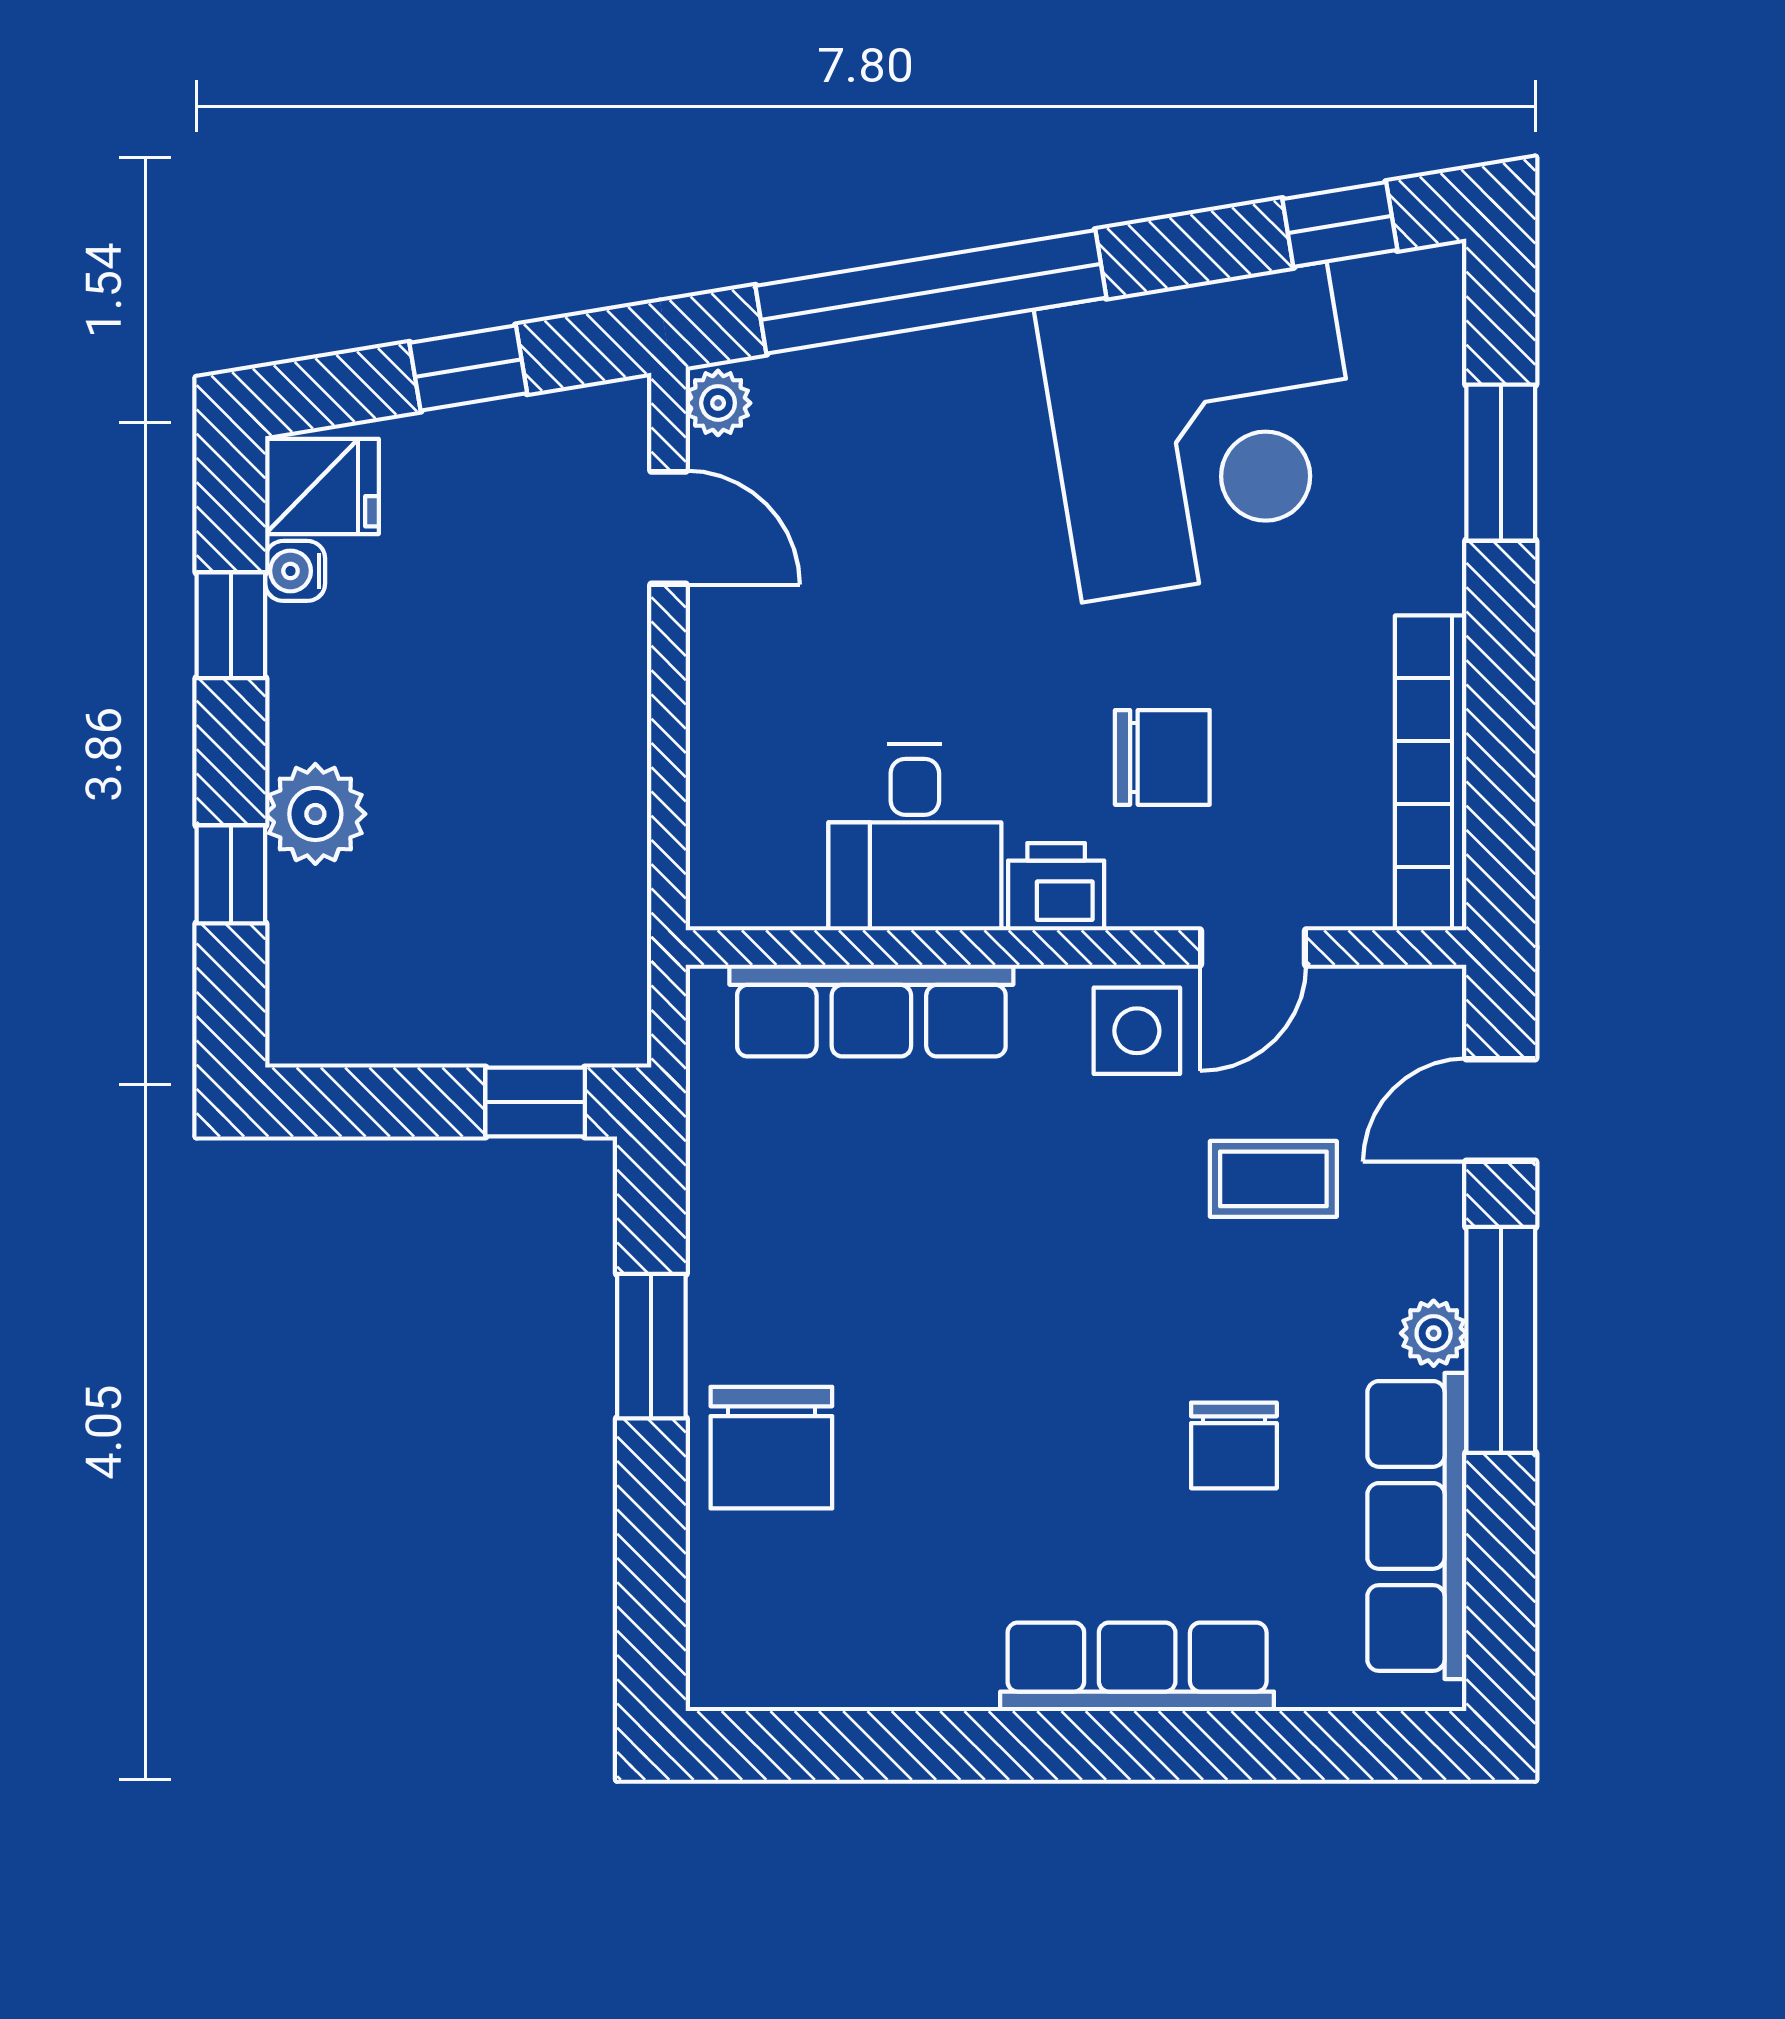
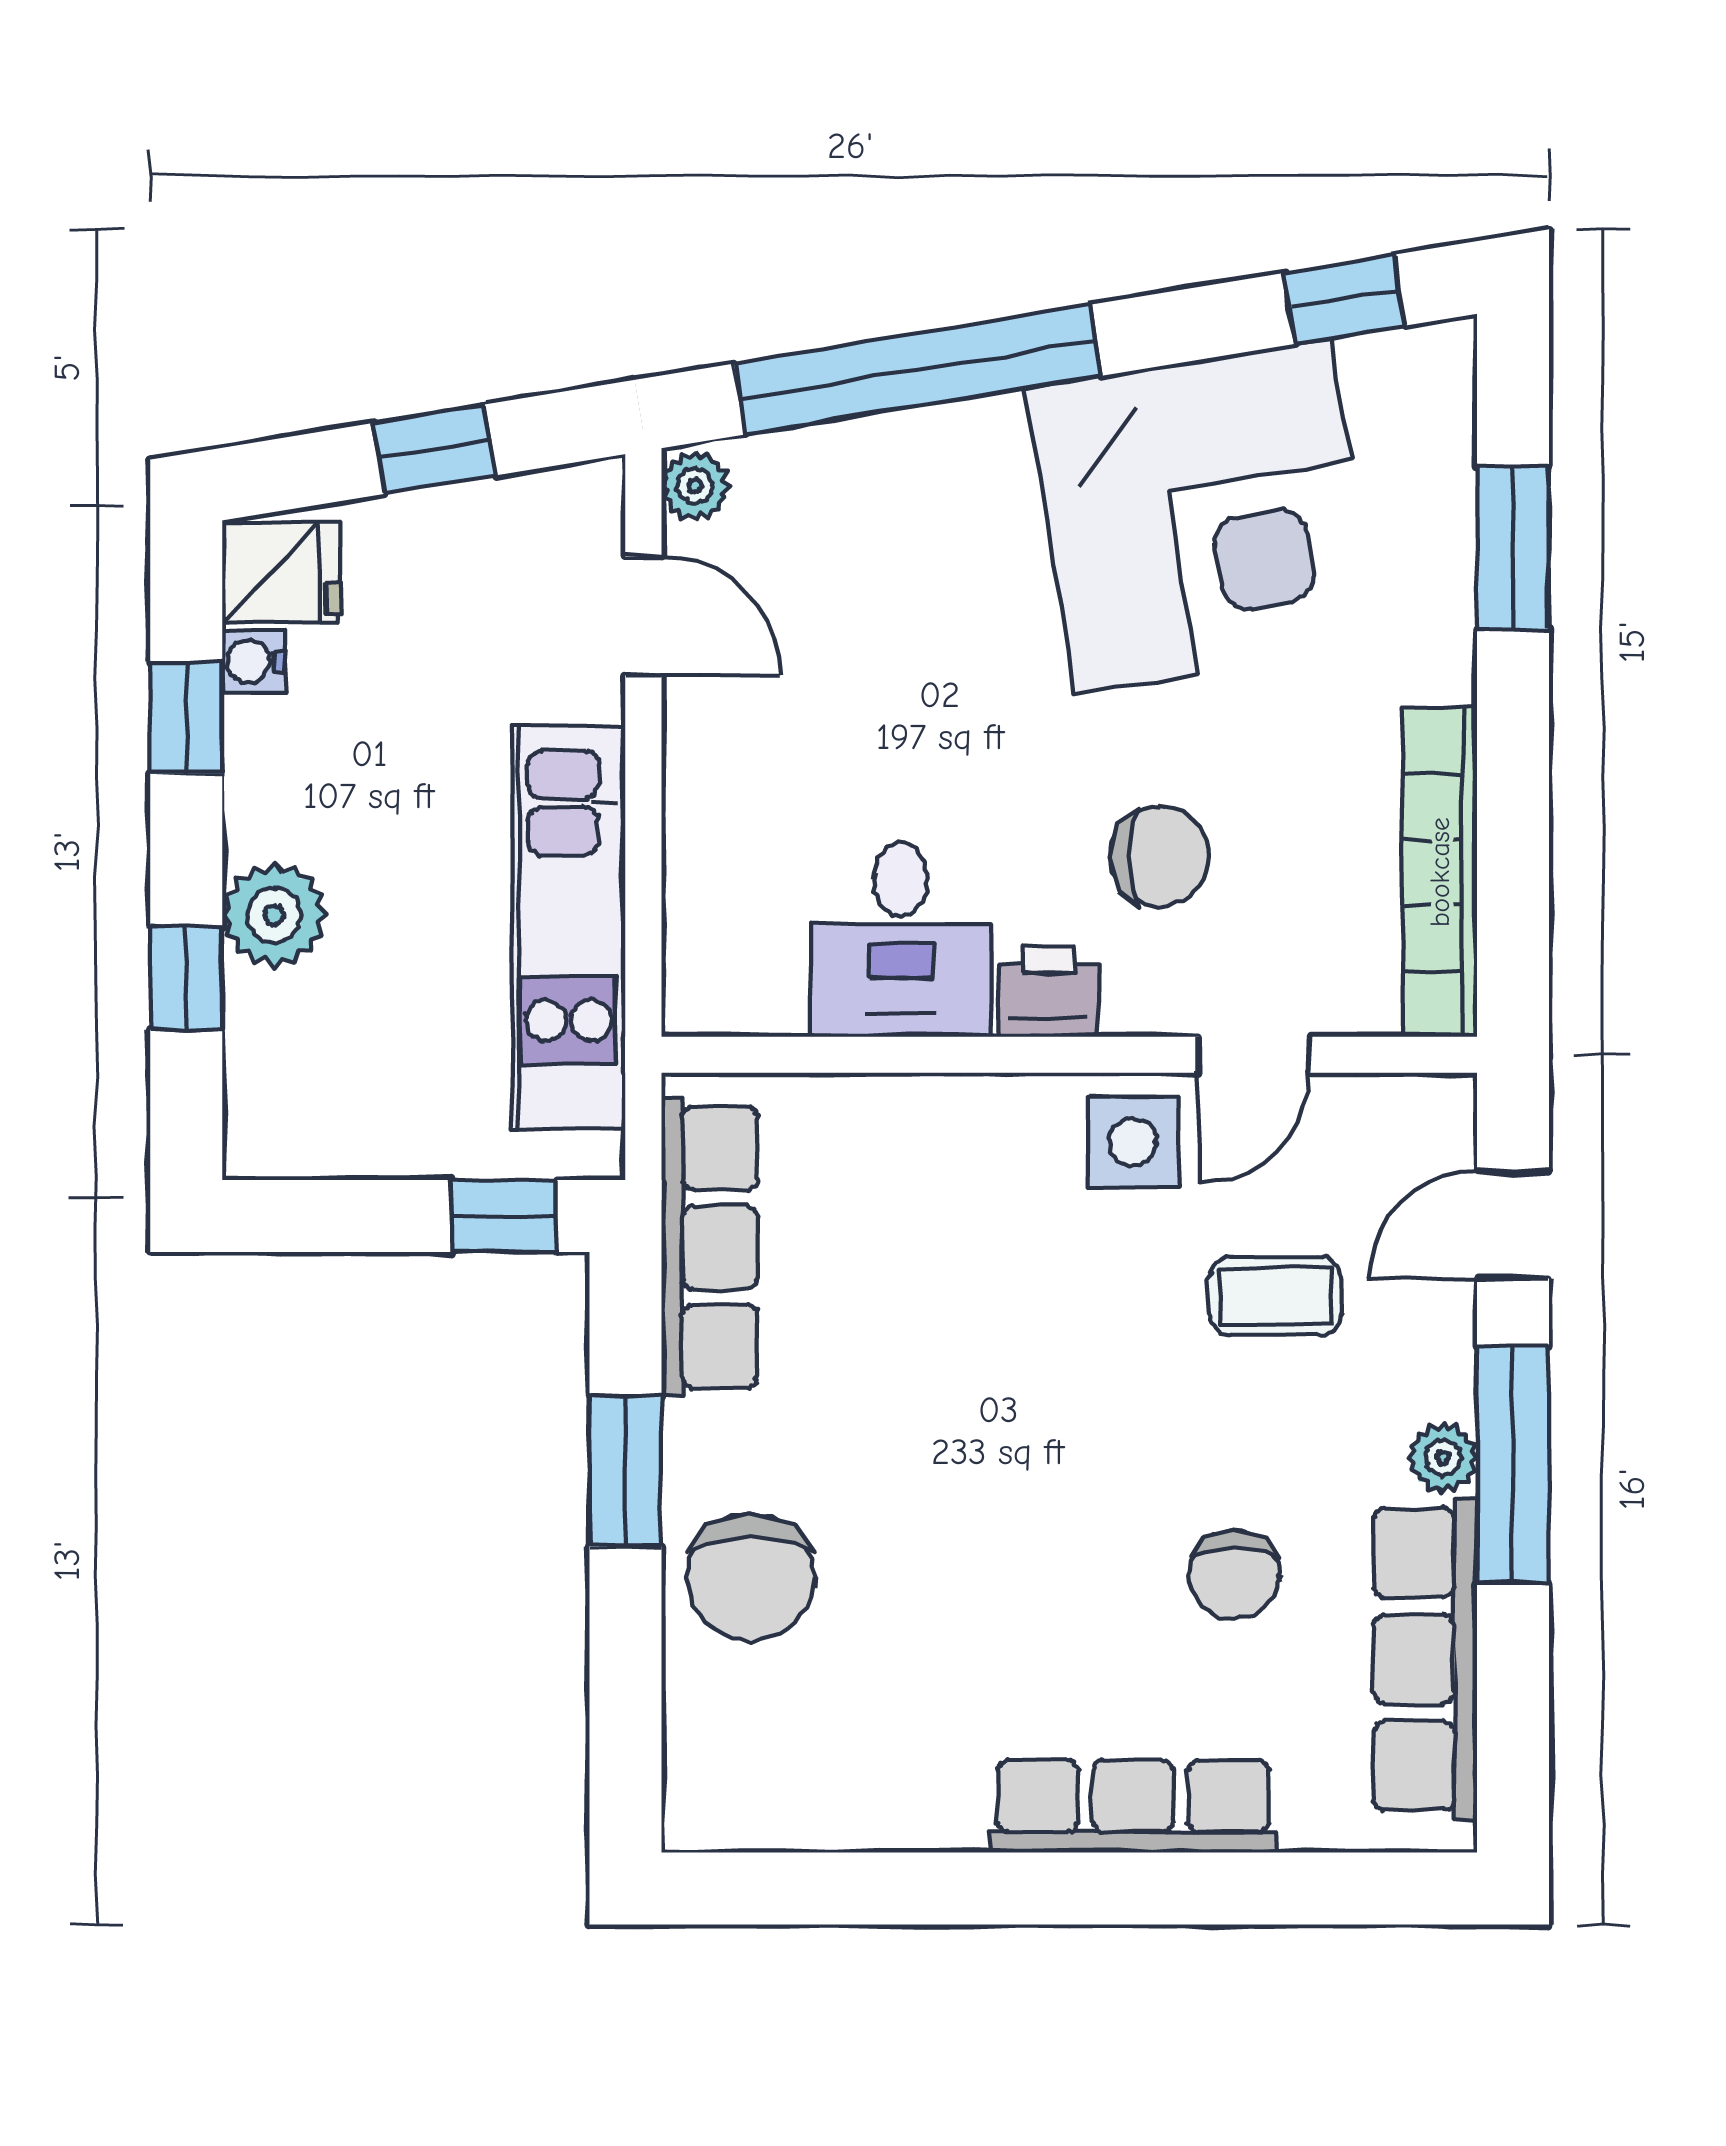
kitchen unit: (597, 826) -> (569, 928), added
row of seats: (871, 1011) -> (709, 1247), moved, turned -90

